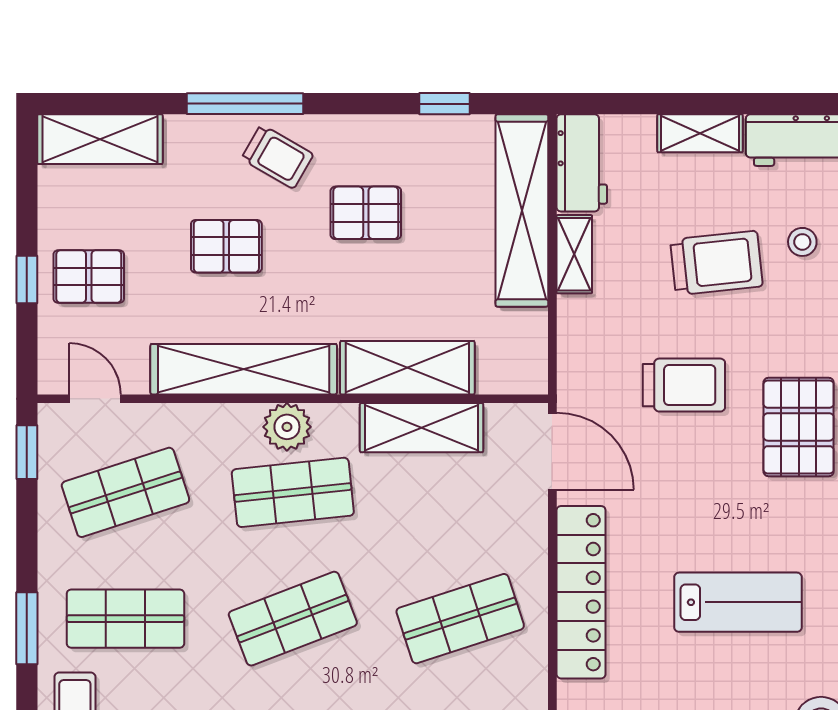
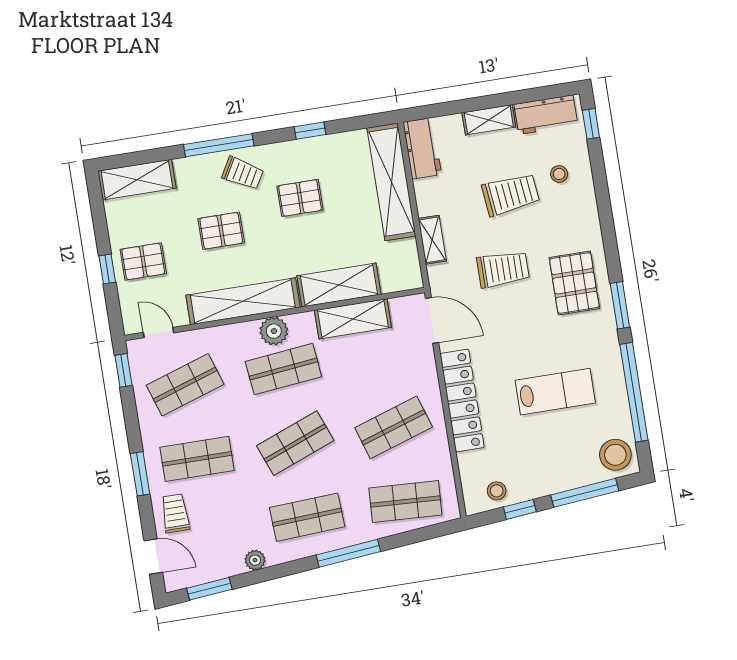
window: (445, 104) -> (310, 131), moved
shelving: (574, 254) -> (432, 240), moved

